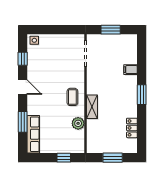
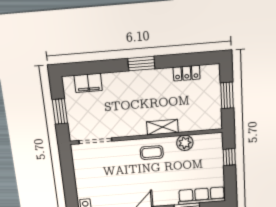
filing cabinet: (131, 70) -> (88, 83), moved, width x2.00

